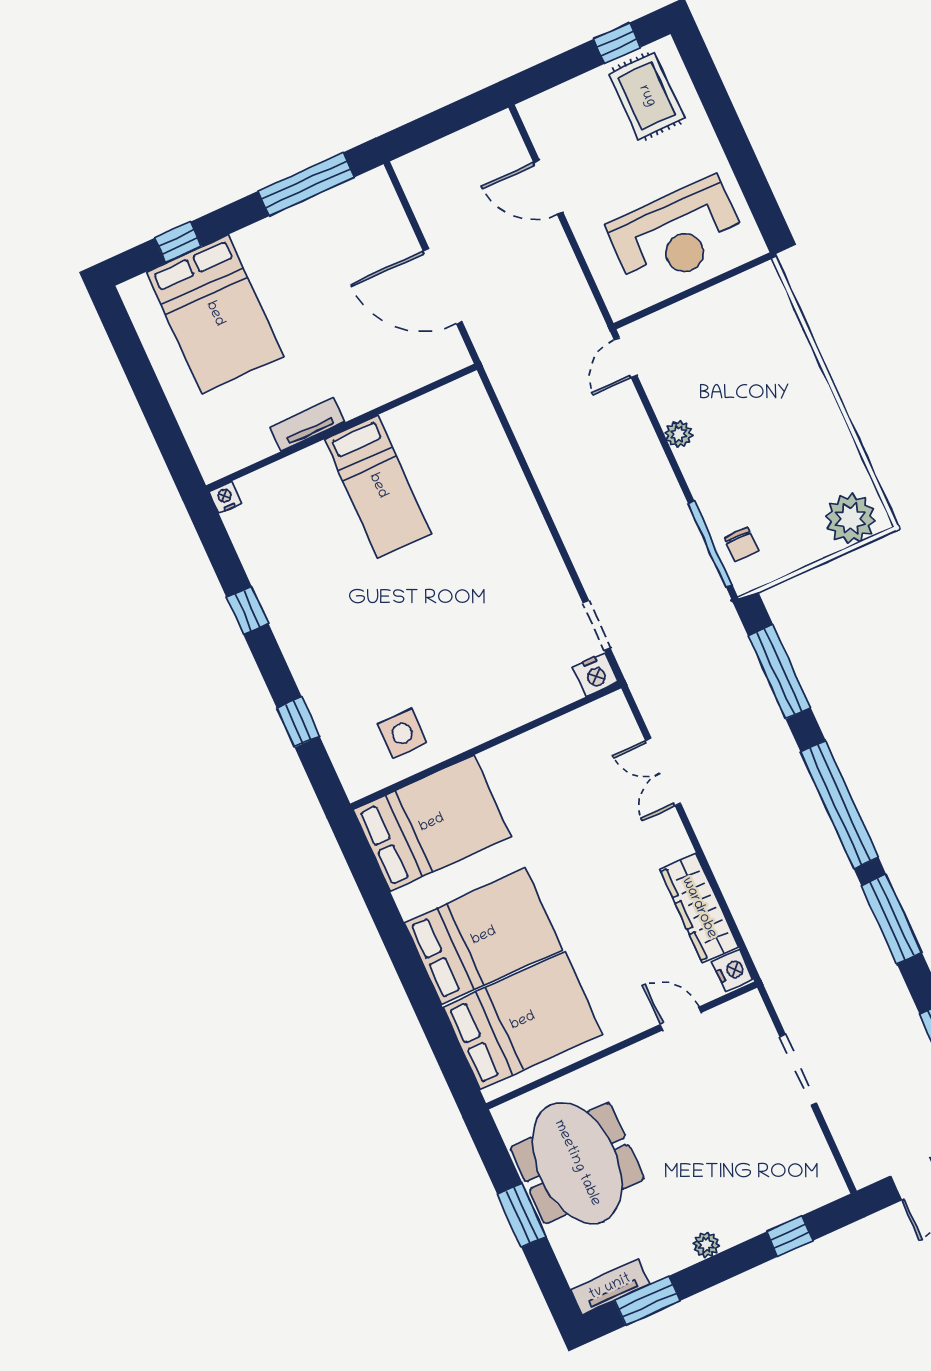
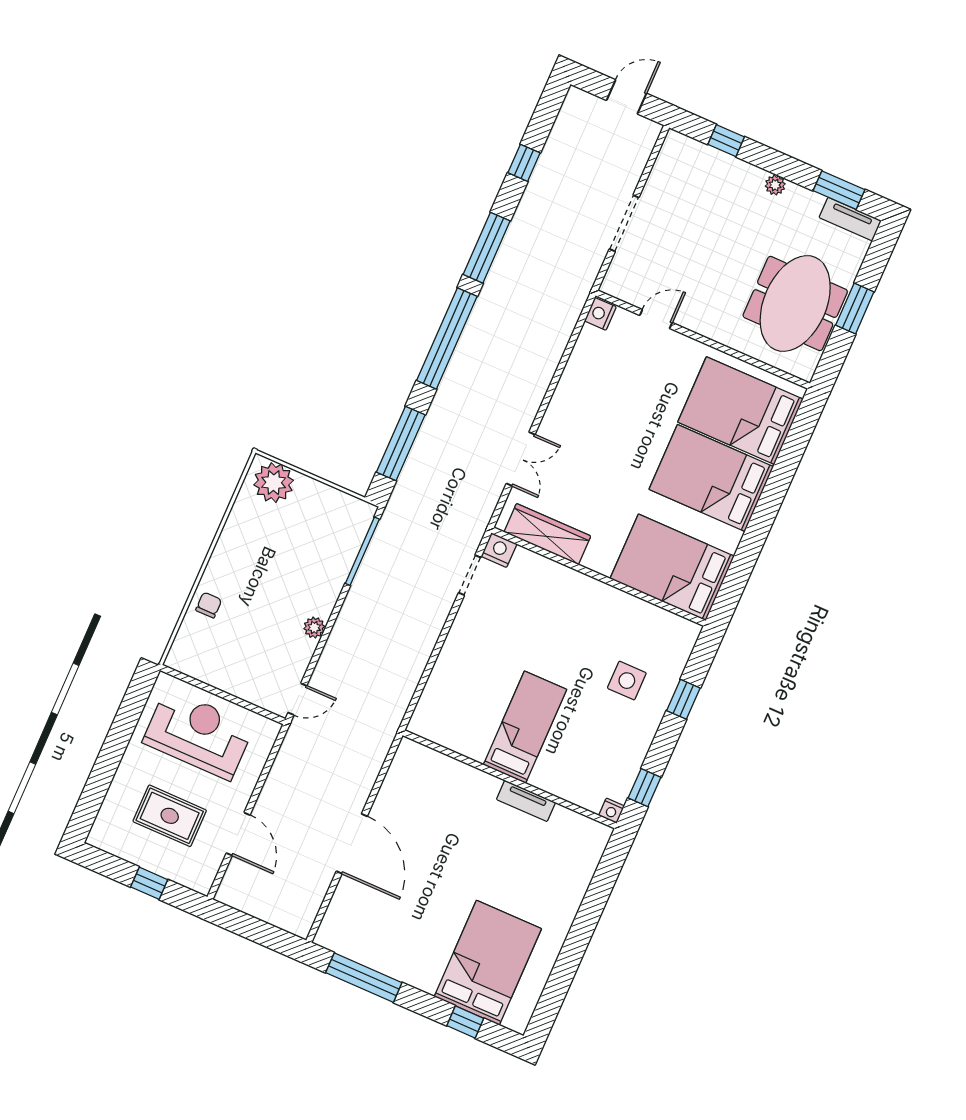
window: (617, 43) -> (149, 883), moved
rug: (647, 96) -> (170, 816), moved, turned 90
tv unit: (307, 425) -> (526, 801), moved
wall: (341, 428) -> (510, 779), moved
bed: (378, 486) -> (525, 727), moved
nightstand: (225, 497) -> (612, 811), moved
chair: (742, 544) -> (209, 605), moved
side table: (402, 734) -> (627, 681), moved
wardrobe: (699, 908) -> (547, 534), moved, turned -90
door: (681, 1019) -> (656, 319), swing flipped

